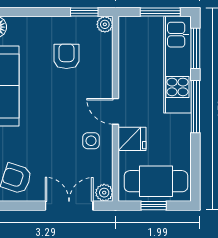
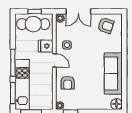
armchair: (66, 56) -> (68, 83), moved

